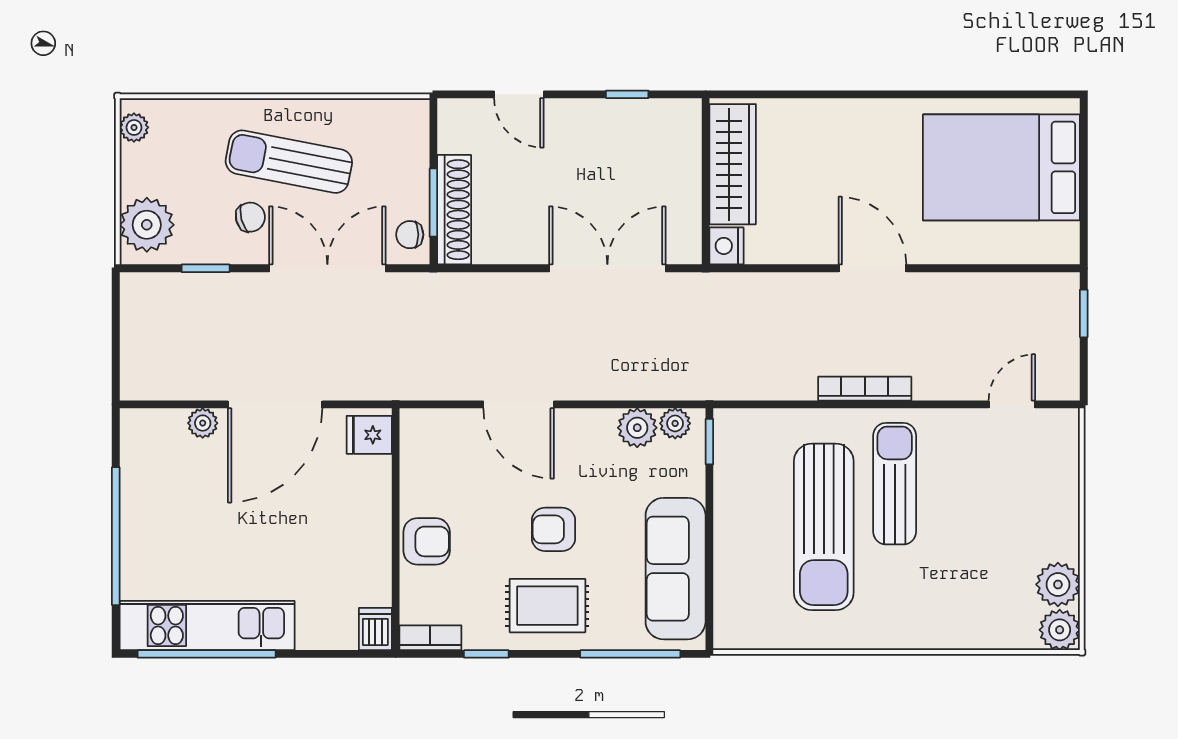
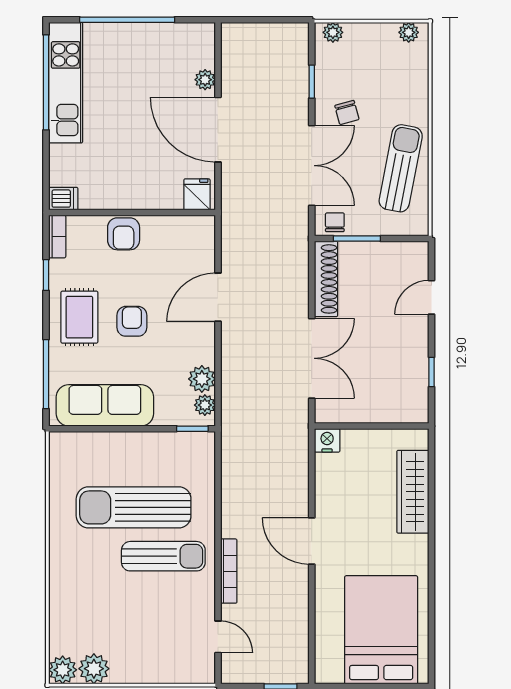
sun lounger: (289, 162) -> (401, 168), moved
wardrobe: (733, 164) -> (413, 492), moved, turned 90
shoe rack: (454, 210) -> (326, 279), moved, turned -90
plant: (147, 225) -> (333, 32), width x0.53, depth x0.53
door: (872, 268) -> (312, 541), swing flipped
bookcase: (865, 389) -> (229, 571), moved

